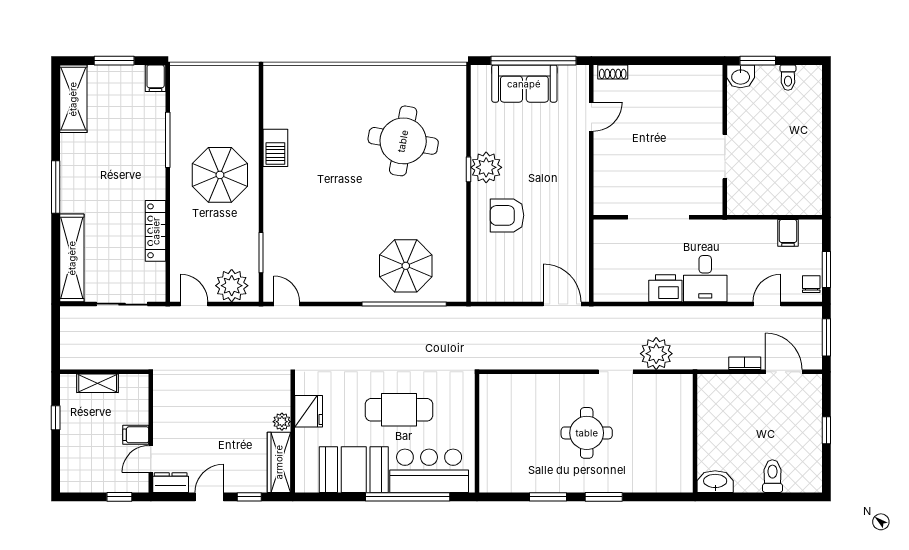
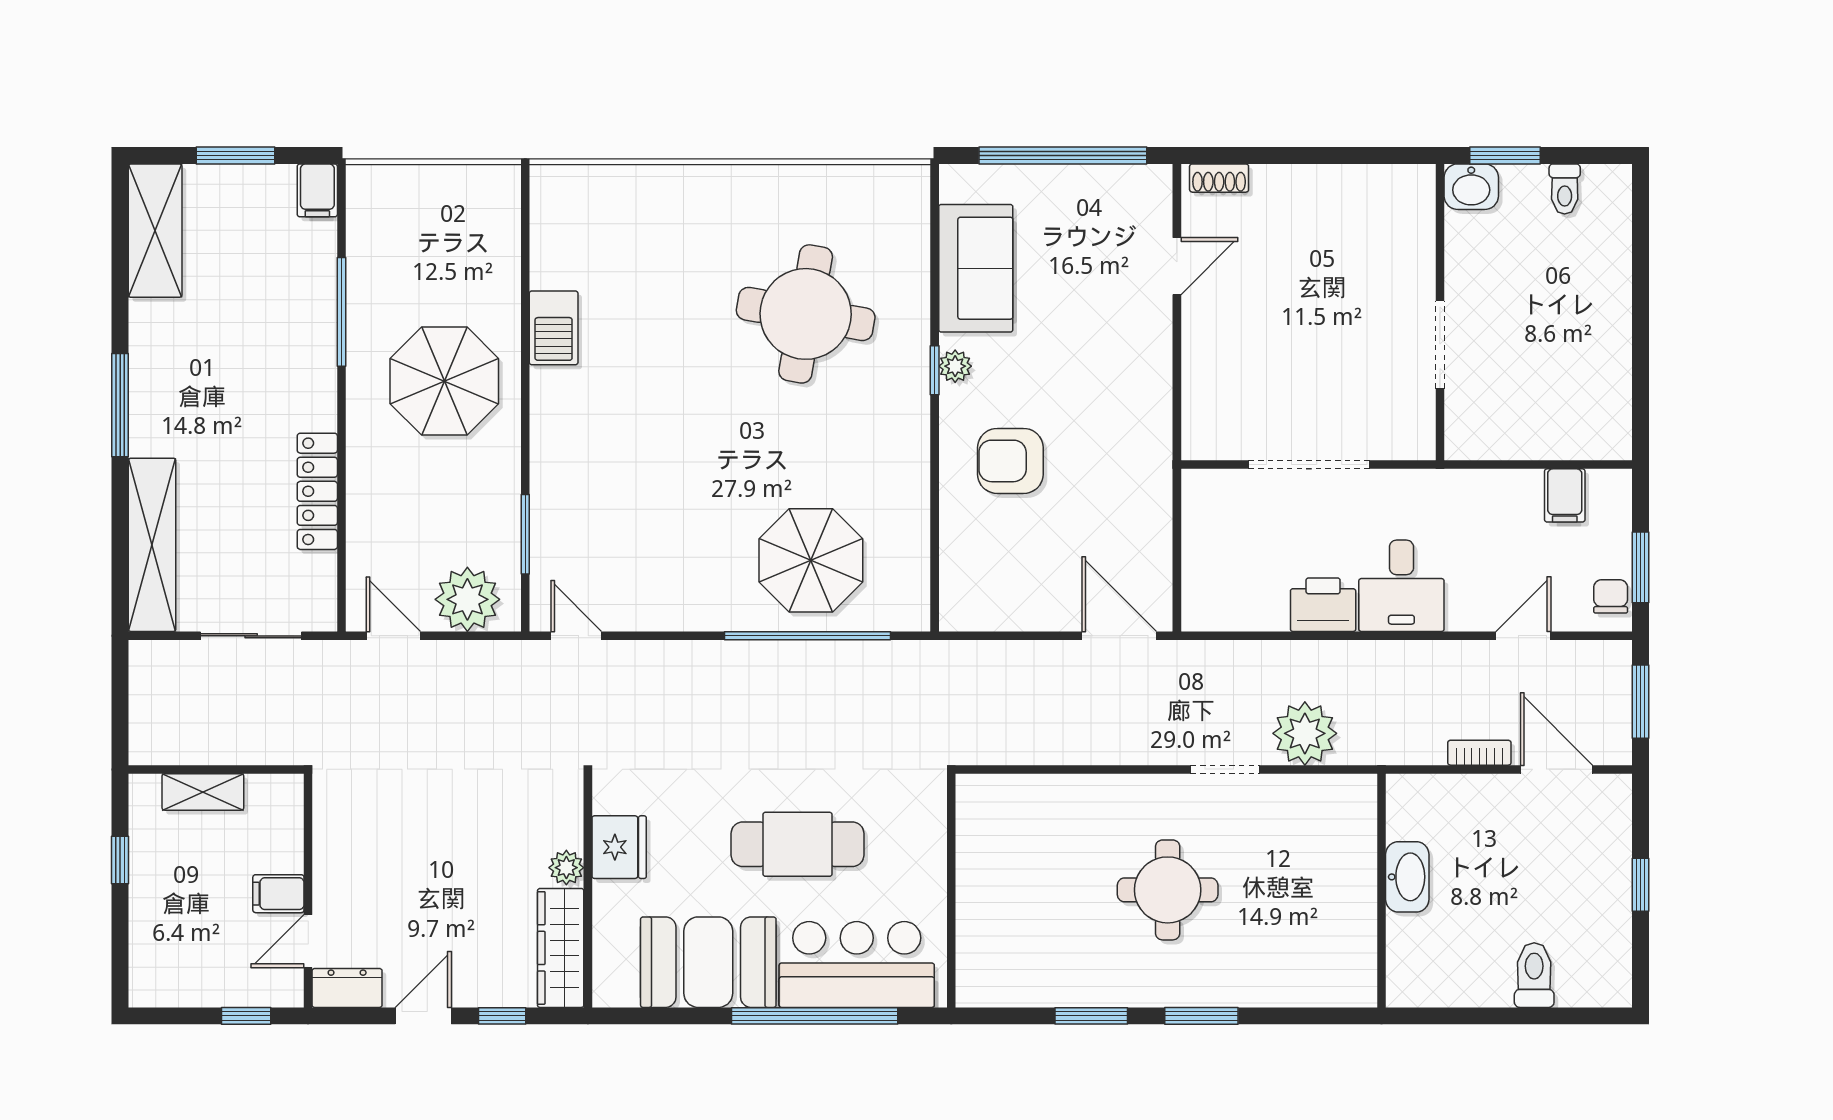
sofa: (524, 84) -> (976, 268), moved, turned -90
plant: (486, 167) -> (955, 366), width x0.53, depth x0.53
washbasin: (715, 482) -> (1407, 877), moved, turned 90

